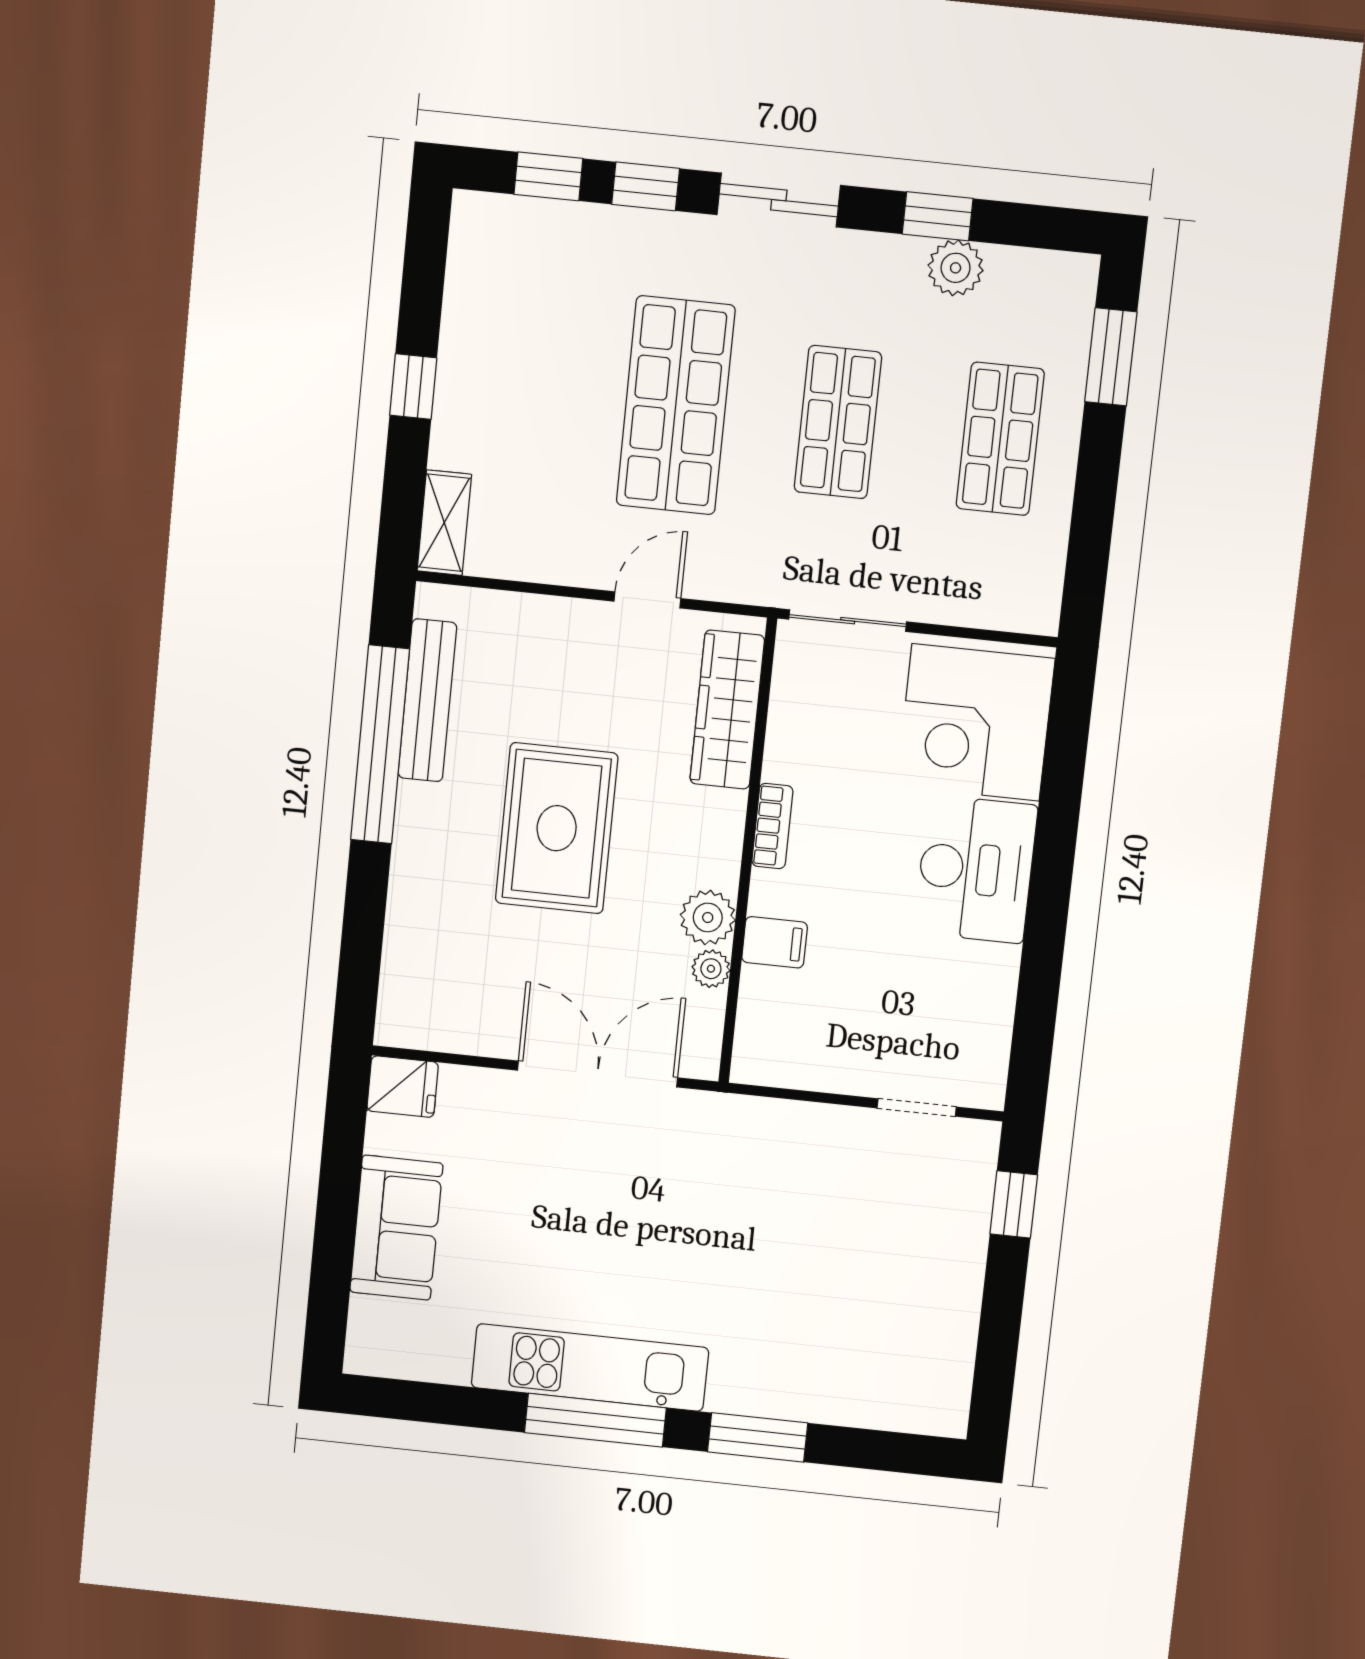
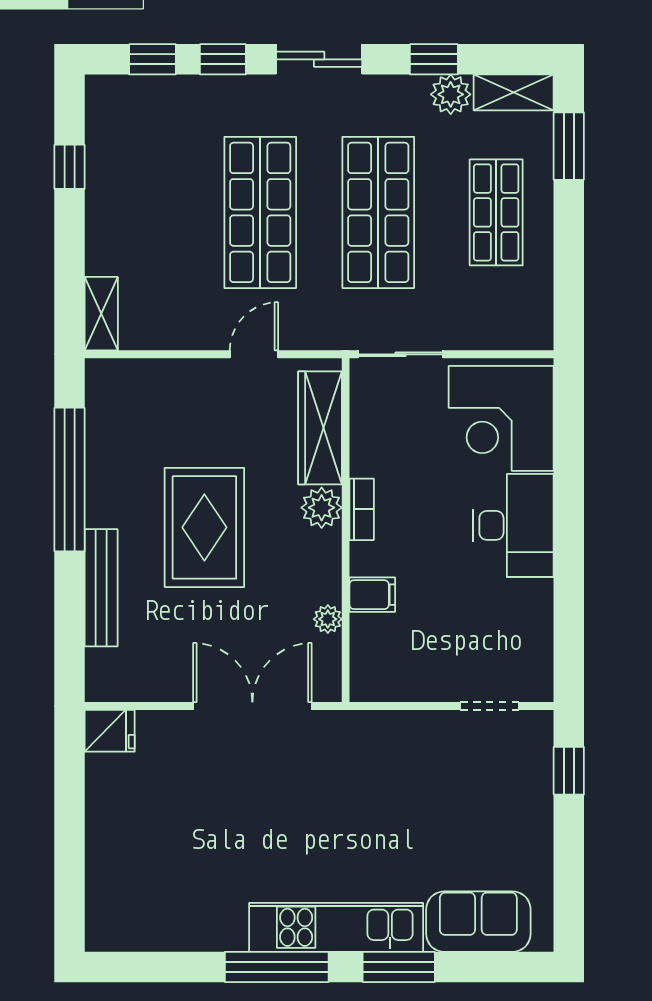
shelving: (1043, 274) -> (514, 92), added
window: (413, 387) -> (70, 167), moved
shop shelf: (838, 422) -> (378, 212), width x1.43, depth x1.36
bench: (427, 700) -> (101, 588), moved
plant: (708, 917) -> (322, 508), moved
sofa: (396, 1228) -> (478, 922), moved, turned -90
kitchen unit: (590, 1368) -> (336, 927), moved

